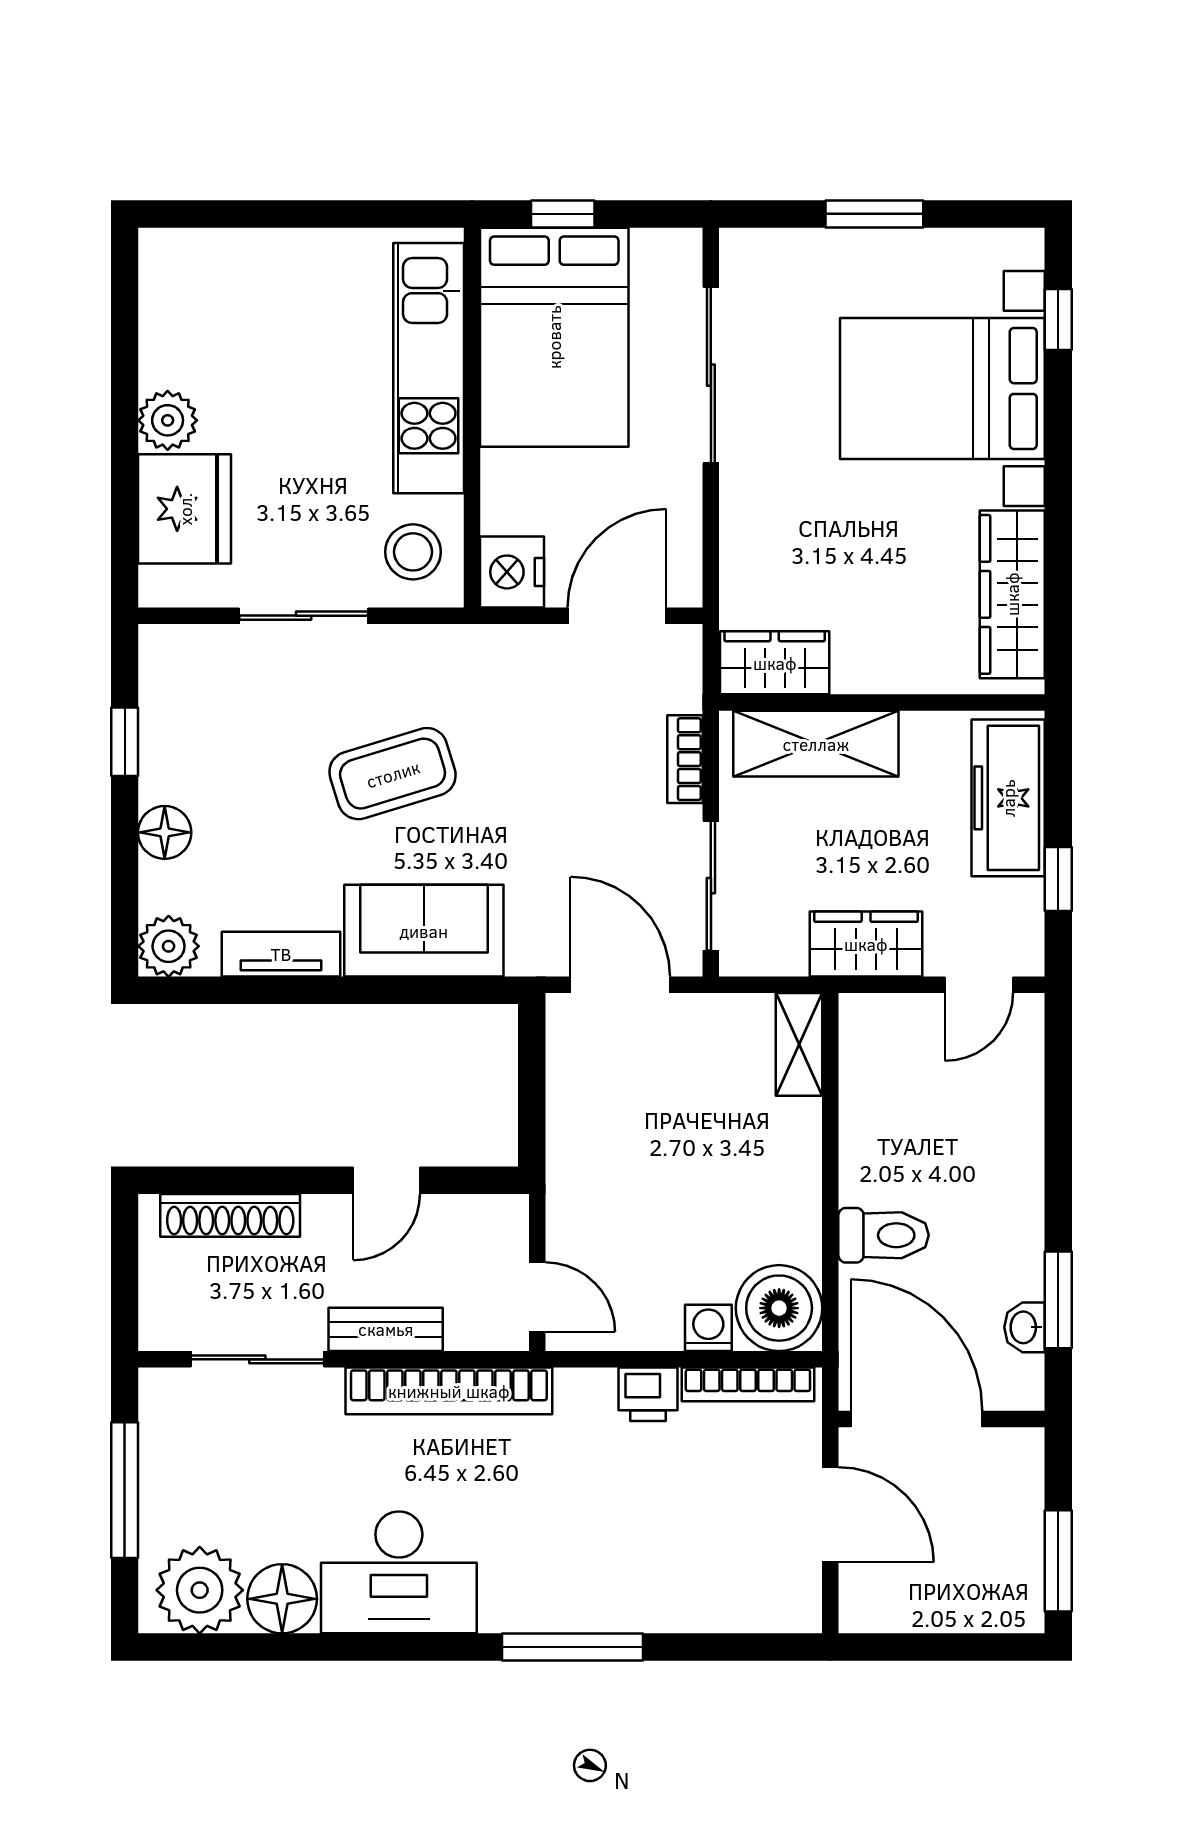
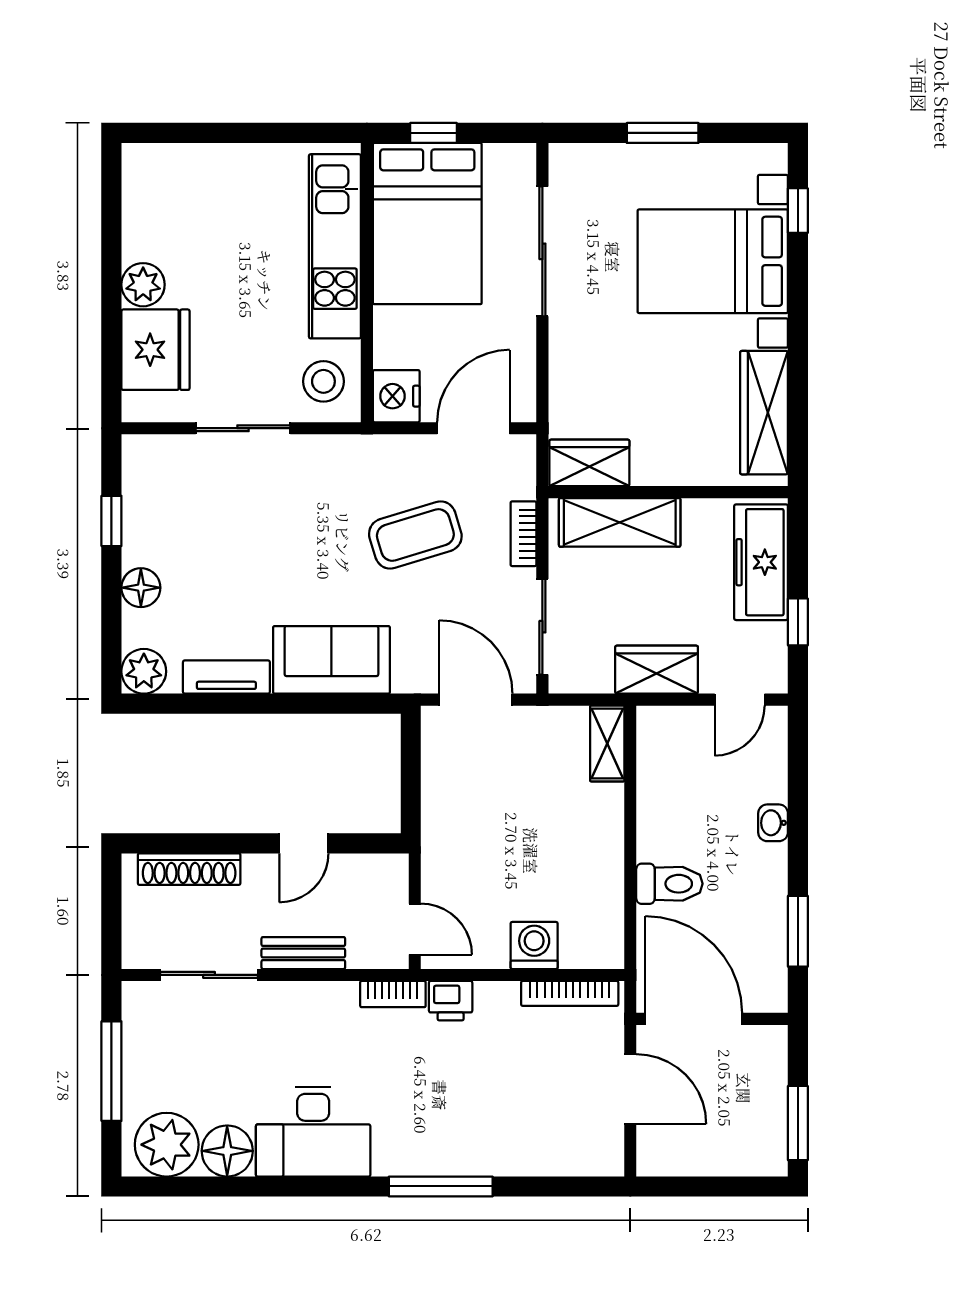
coffee table: (393, 774) -> (415, 535), moved
boiler: (779, 1308) -> (593, 937), removed
washbasin: (1025, 1327) -> (773, 823), moved
washing machine: (708, 1328) -> (534, 945), width x1.38, depth x1.38
bookcase: (449, 1391) -> (393, 994), width x0.43, depth x0.76
printer: (648, 1394) -> (451, 1001), moved

